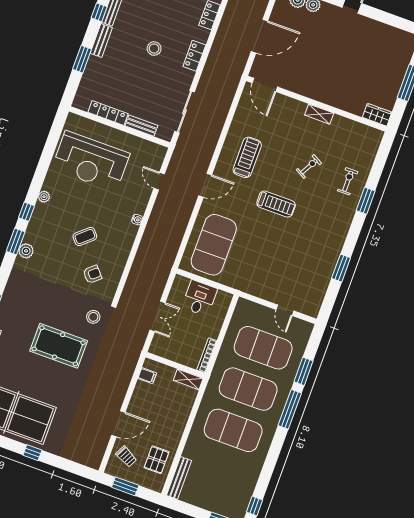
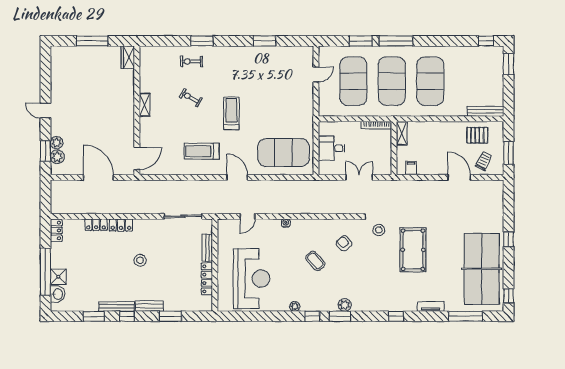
locker: (194, 56) -> (121, 225), moved

